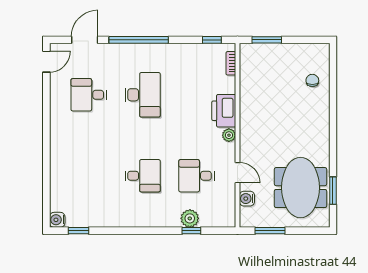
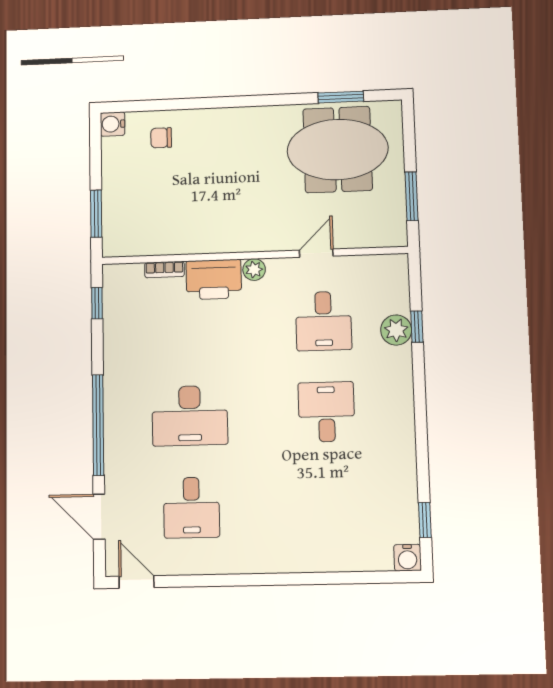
bookcase: (231, 63) -> (164, 269), moved
desk: (143, 95) -> (190, 416), turned 180
water cooler: (247, 199) -> (113, 124), moved, turned 90

